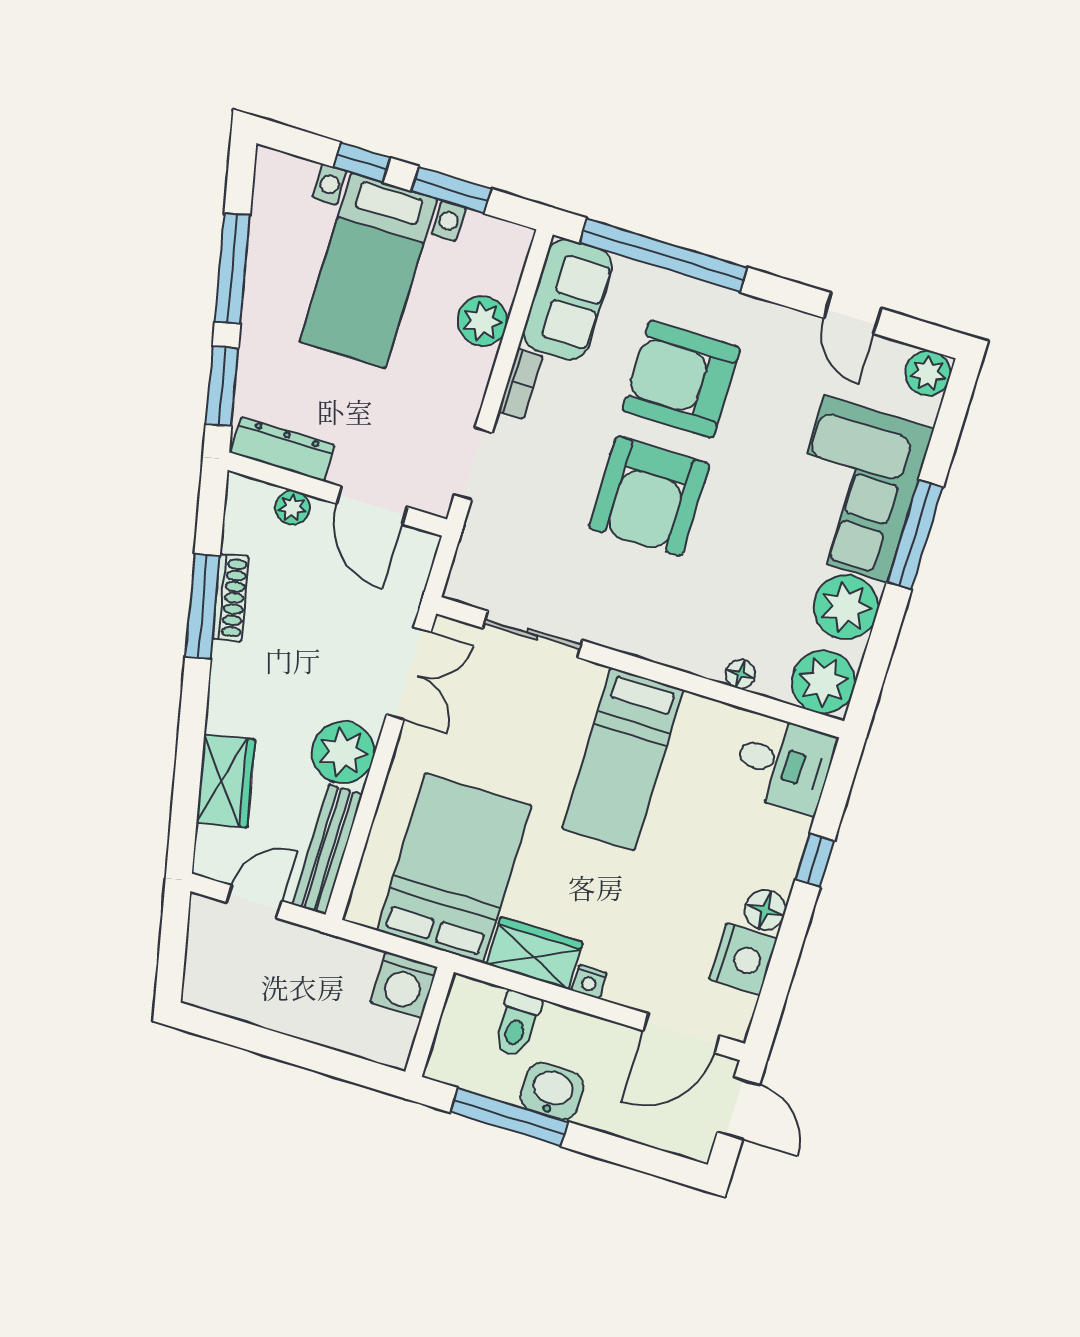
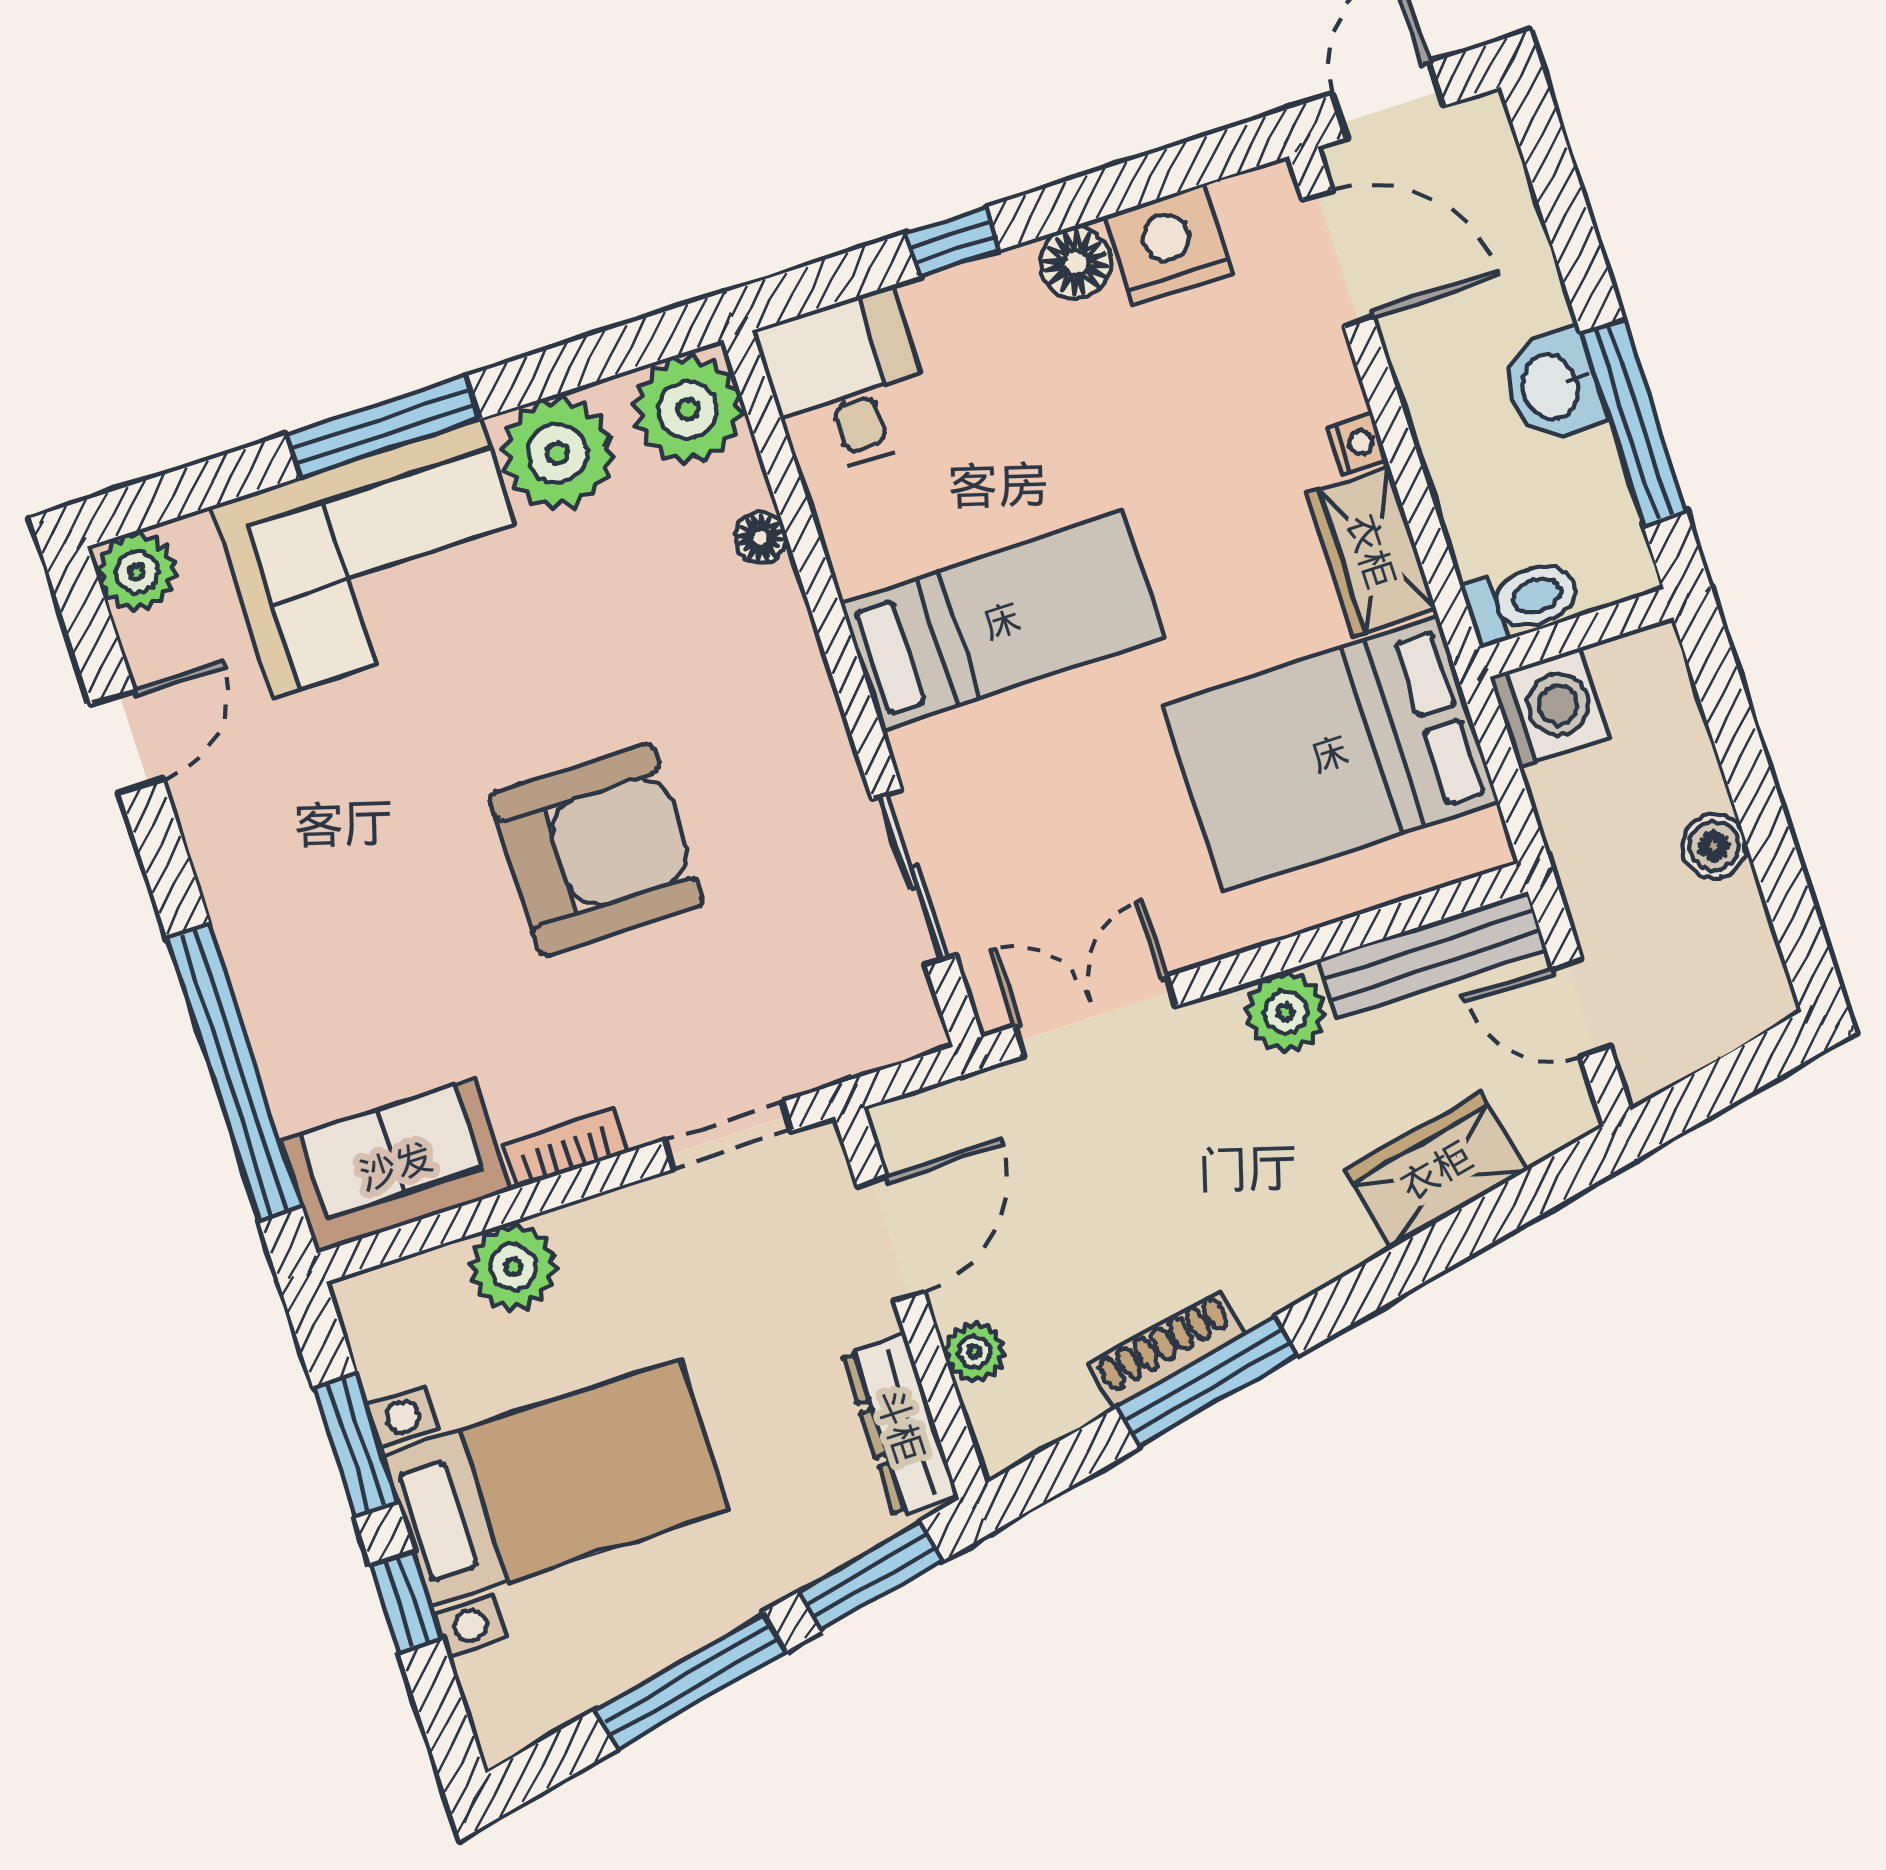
armchair: (681, 379) -> (395, 921), removed
plant: (343, 752) -> (1285, 1012), width x0.73, depth x0.73
boiler: (286, 1016) -> (1714, 846), added
toilet: (517, 1024) -> (1522, 600), moved

